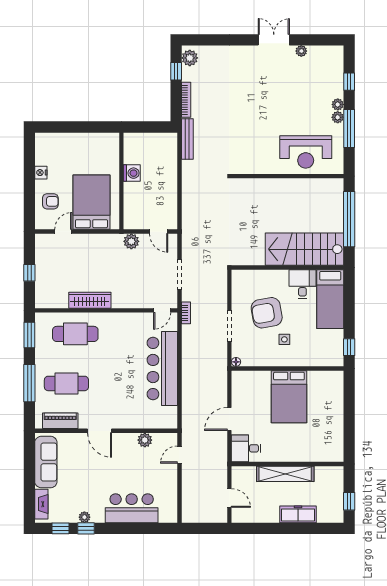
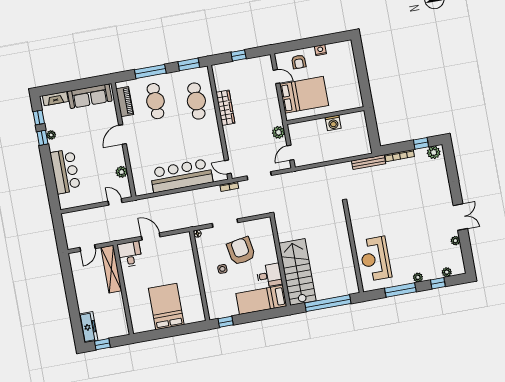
plant: (338, 117) -> (447, 272), moved
bed: (289, 397) -> (166, 306), moved, turned 90
shelving: (285, 474) -> (111, 269), moved
freezer: (298, 514) -> (88, 327), moved

